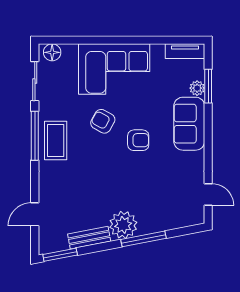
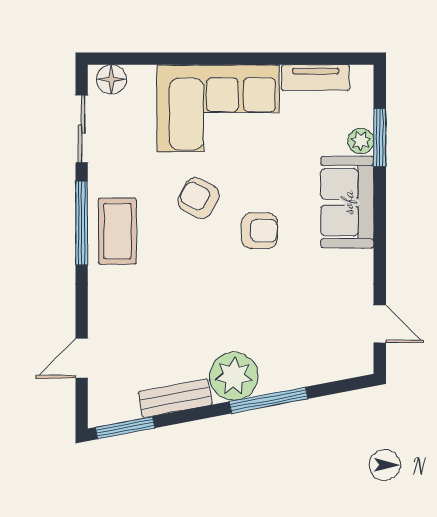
tv unit: (185, 51) -> (316, 78), moved

